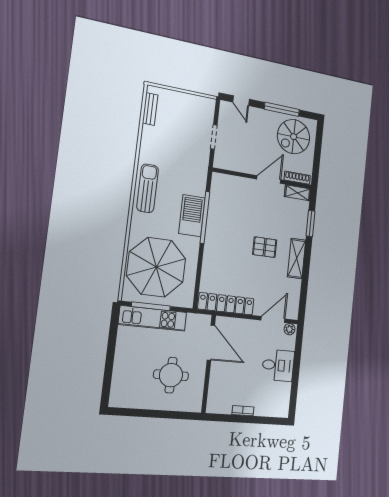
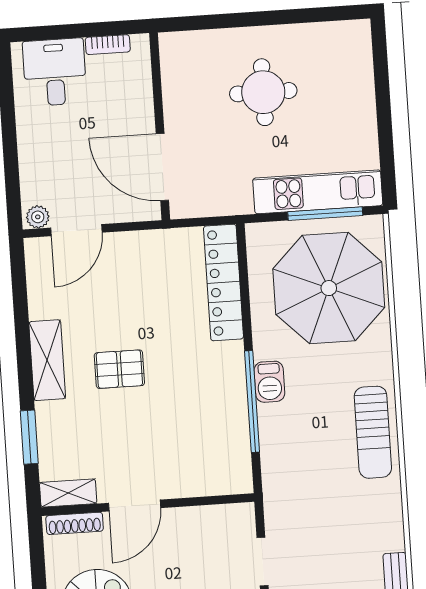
barbecue: (192, 216) -> (269, 382), width x0.53, depth x0.65
locker: (226, 304) -> (223, 283), moved, turned 90
door: (211, 343) -> (162, 167), moved
wall: (209, 364) -> (160, 126), moved
desk: (278, 365) -> (55, 72), moved, turned 90

